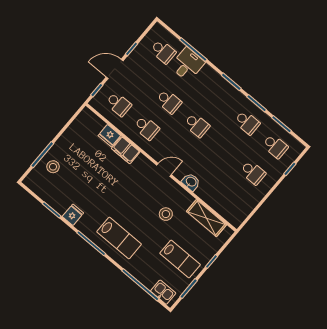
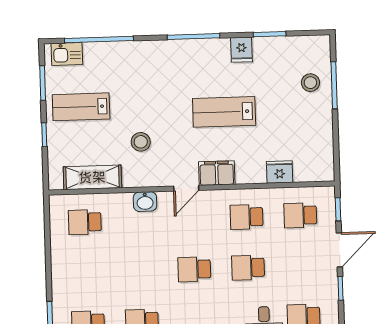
filing cabinet: (126, 150) -> (217, 173), moved
school desk: (253, 173) -> (85, 222), moved
lab bench: (119, 238) -> (224, 112), moved

